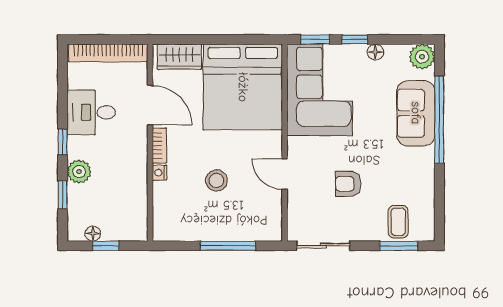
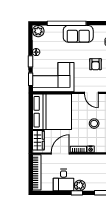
sofa: (416, 113) -> (78, 34), moved
plant: (79, 172) -> (80, 185), moved
door: (285, 174) -> (91, 93), hinge flipped

